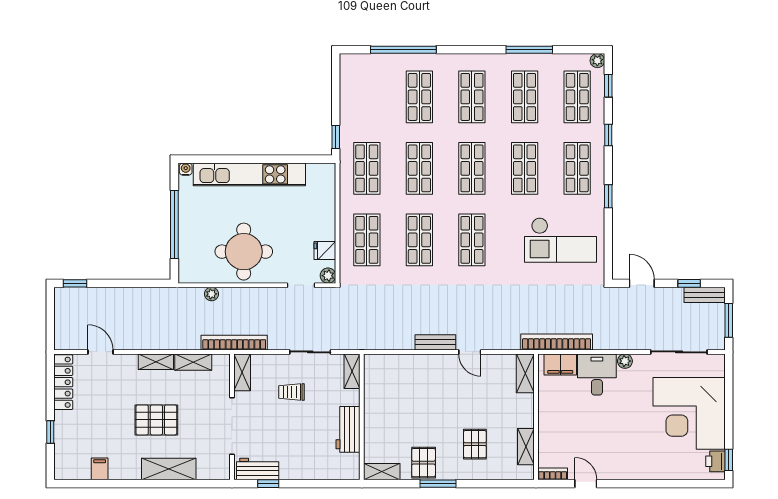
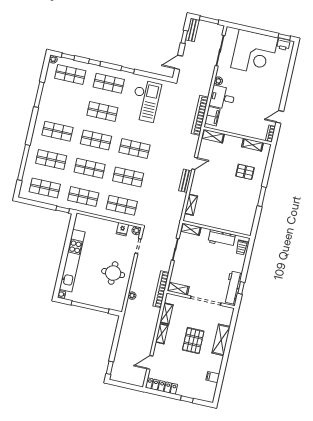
shop shelf: (525, 97) -> (45, 188), moved
round table: (244, 252) -> (113, 273), width x0.73, depth x0.73
trolley: (291, 392) -> (242, 247), moved
pallet: (424, 463) -> (249, 202), removed
workbench: (258, 469) -> (233, 288), width x1.38
shelving: (382, 472) -> (191, 205), moved

